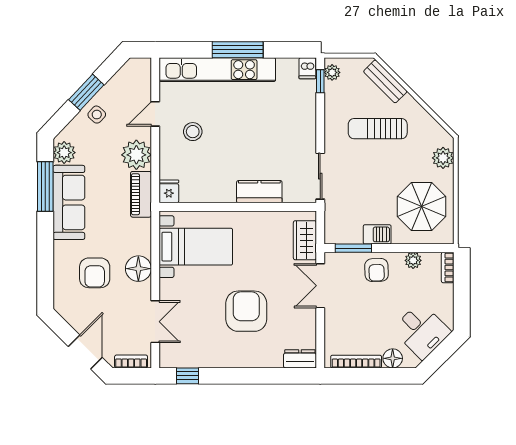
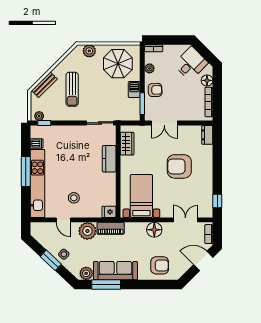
dishwasher: (307, 68) -> (37, 143), moved
wardrobe: (305, 240) -> (127, 144), moved, turned -90
armchair: (95, 273) -> (160, 265), moved

